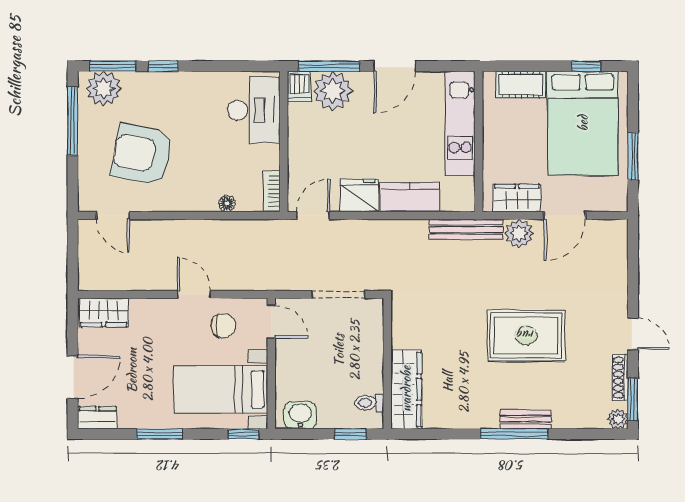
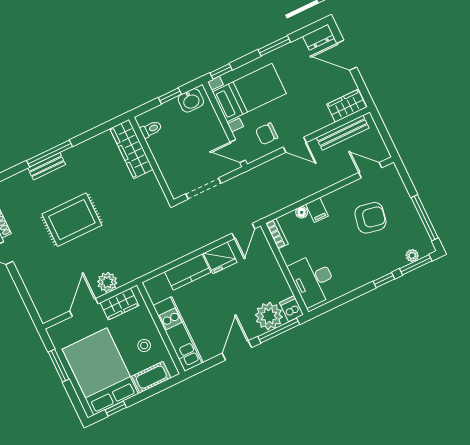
plant: (104, 88) -> (412, 255), width x0.53, depth x0.53
stool: (511, 130) -> (144, 345), added
armchair: (142, 154) -> (370, 218), width x0.73, depth x0.73
filing cabinet: (206, 197) -> (317, 210), added
bench: (466, 229) -> (343, 133), moved
door: (73, 377) -> (347, 55), hinge flipped
window: (350, 434) -> (170, 96), moved

